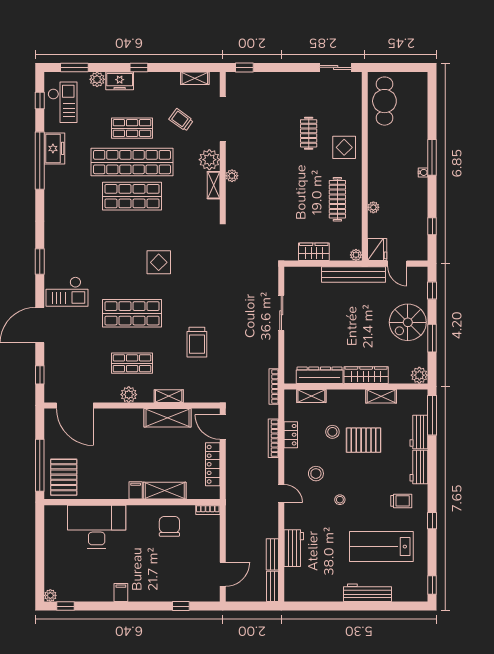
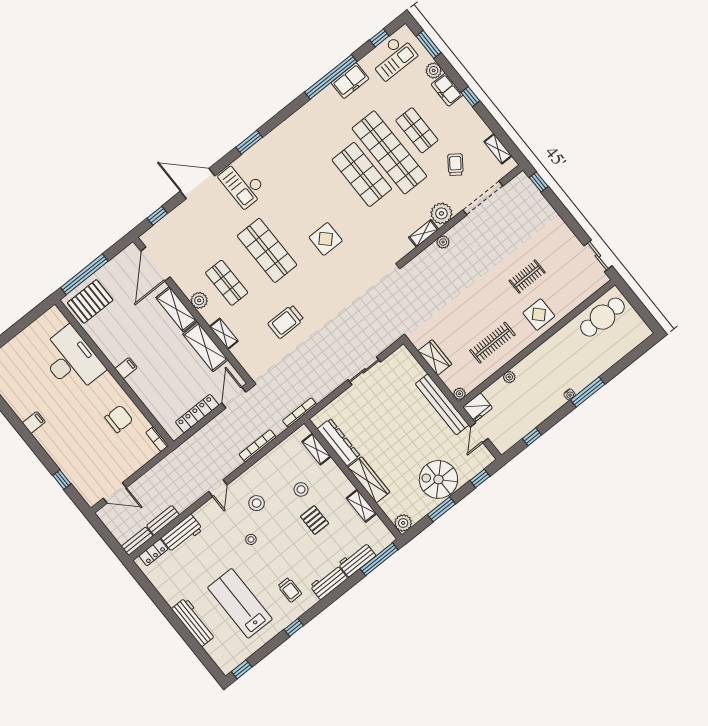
locker: (291, 435) -> (153, 552), moved
pallet: (364, 440) -> (315, 520), width x0.67, depth x0.71
shelving: (165, 491) -> (176, 309), moved

